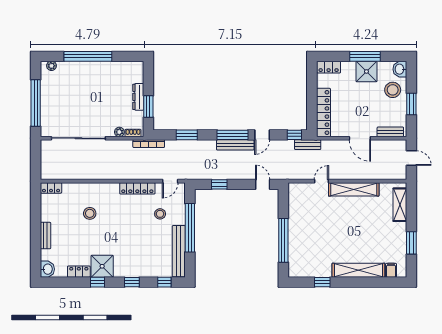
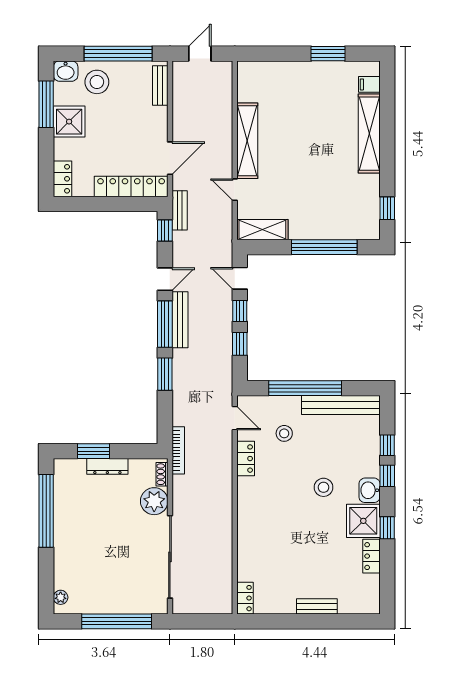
window: (88, 56) -> (46, 511), moved
window: (365, 56) -> (46, 104), moved
window: (411, 104) -> (118, 54), width x2.11
window: (148, 107) -> (94, 451), moved
plant: (119, 132) -> (154, 501), width x1.87, depth x1.87
window: (187, 135) -> (165, 374), moved
door: (262, 135) -> (165, 279), hinge flipped
door: (360, 138) -> (170, 158), moved
window: (241, 184) -> (240, 311), added
door: (263, 184) -> (240, 278), hinge flipped
locker: (137, 188) -> (246, 459), width x0.66
shelving: (400, 205) -> (262, 230), moved
stool: (90, 213) -> (324, 487), moved
washbasin: (47, 269) -> (370, 490), moved, turned -90
window: (164, 282) -> (387, 445), moved
window: (322, 282) -> (387, 208), moved

